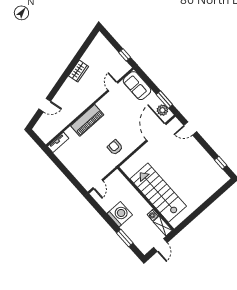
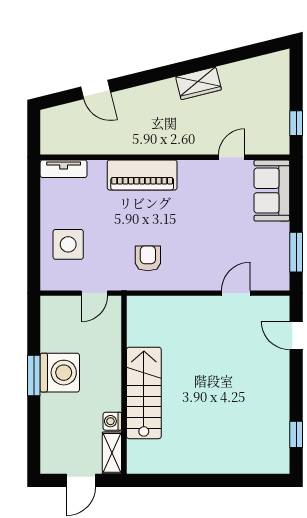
plant: (162, 110) -> (278, 266), removed
door: (156, 132) -> (236, 293), width x0.53
side table: (83, 167) -> (68, 244), added
door: (98, 184) -> (94, 293), moved
stairs: (158, 193) -> (144, 393), width x0.73, depth x0.66
window: (125, 238) -> (34, 375), moved

